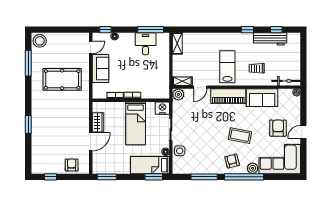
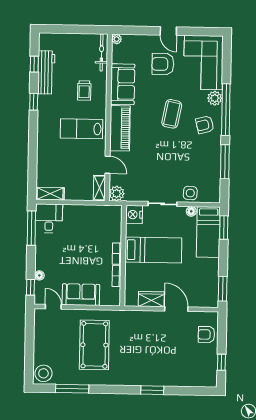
desk: (146, 44) -> (49, 218), moved, turned 90

